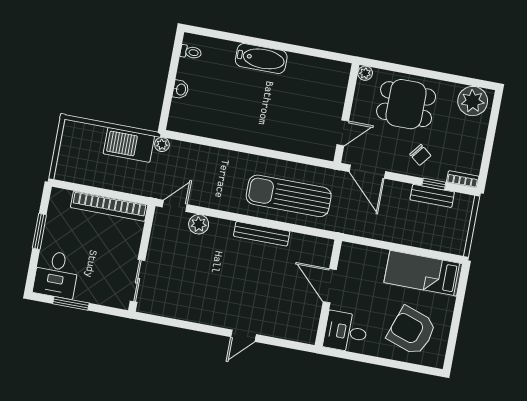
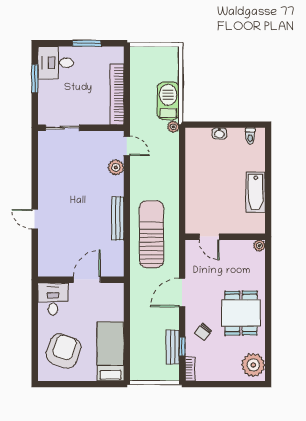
plant: (365, 73) -> (259, 246), moved
wall: (346, 113) -> (225, 237), moved
door: (343, 133) -> (209, 237), moved

